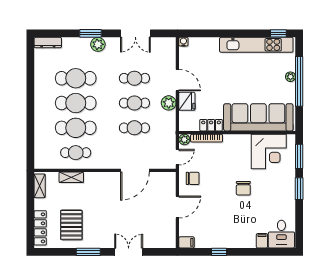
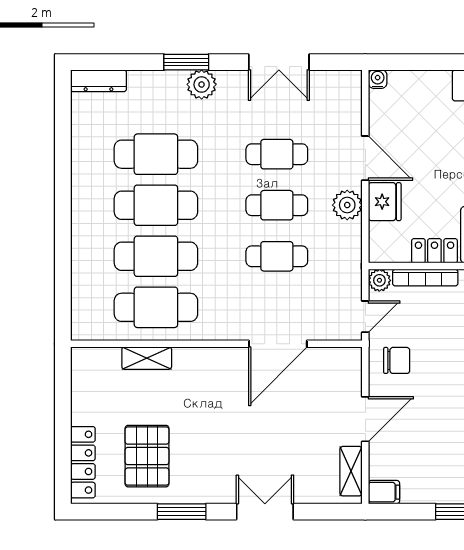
cafe table: (76, 153) -> (156, 307), width x1.37, depth x1.35
shelving: (40, 186) -> (351, 471), moved

